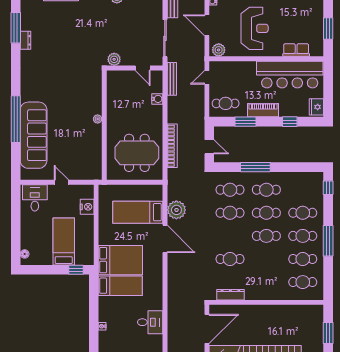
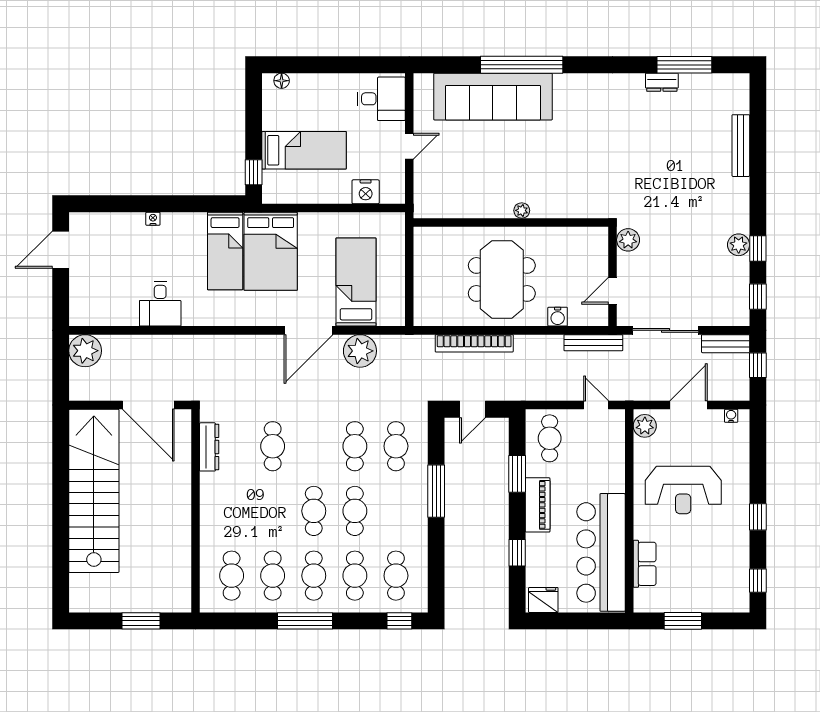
meeting table: (137, 153) -> (502, 279), moved
cafe table: (266, 190) -> (396, 576), moved

